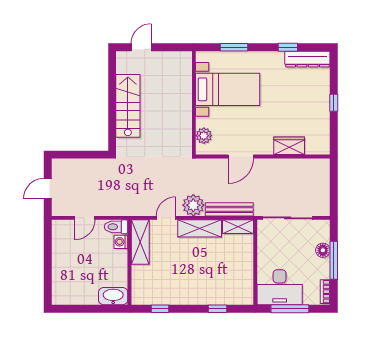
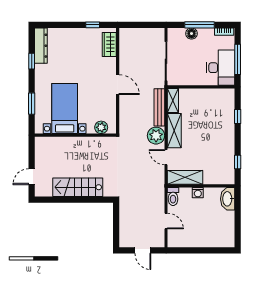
door: (141, 47) -> (32, 177), hinge flipped
window: (334, 103) -> (93, 25), moved
wardrobe: (289, 146) -> (109, 44), moved
door: (241, 157) -> (118, 85), moved
washing machine: (121, 242) -> (198, 193), moved

